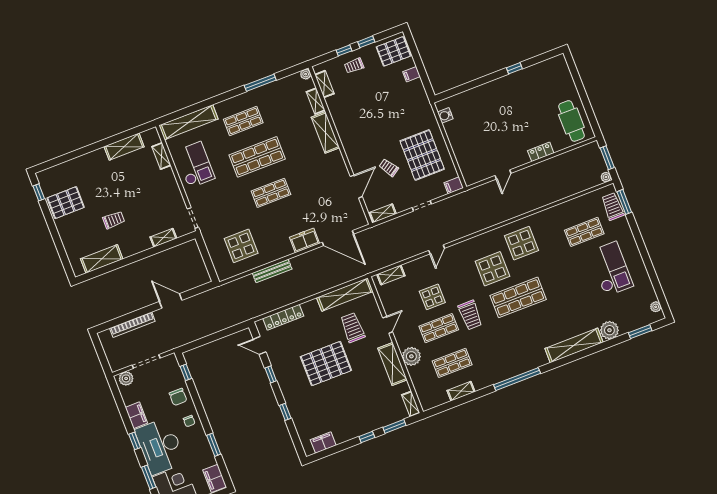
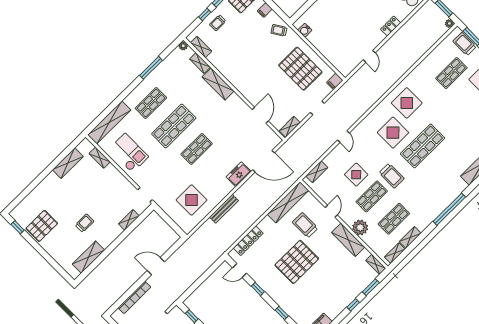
trolley: (389, 168) -> (279, 30), moved
shelving: (437, 401) -> (395, 253), added

